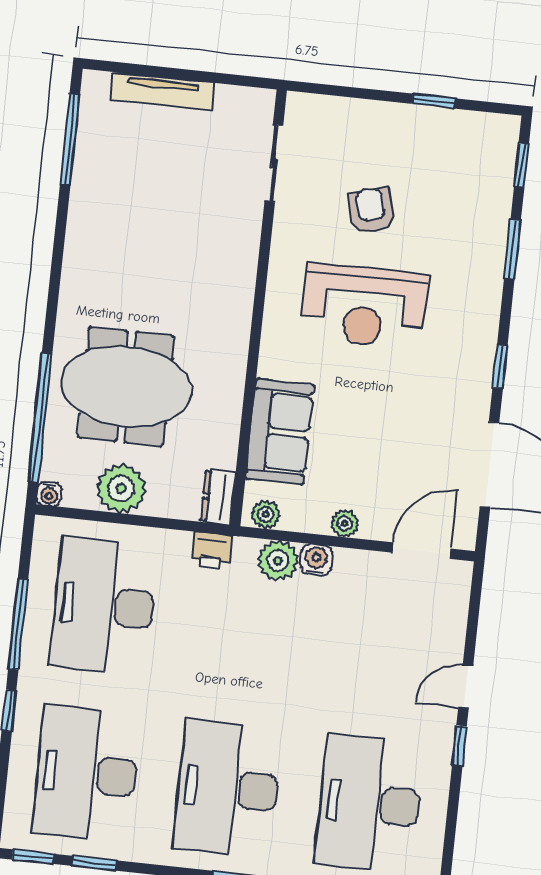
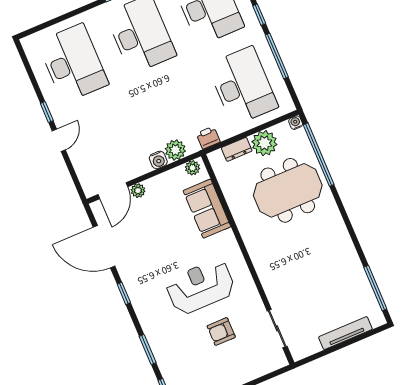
armchair: (371, 211) -> (221, 332), turned 105
dresser: (218, 497) -> (237, 149), moved, turned 90
plant: (345, 523) -> (138, 191), moved

